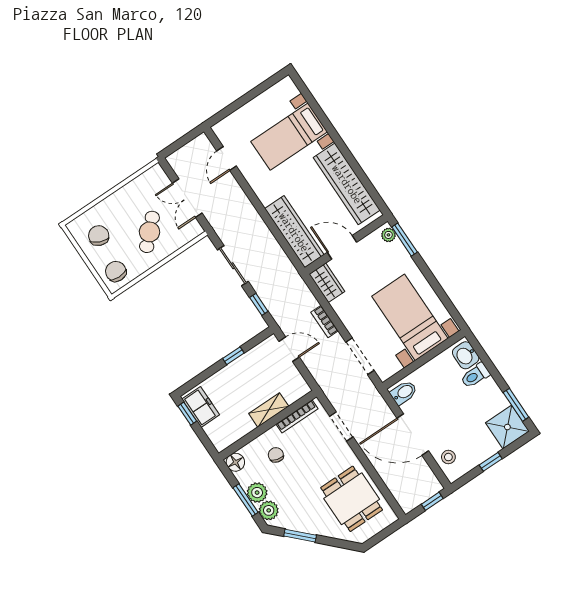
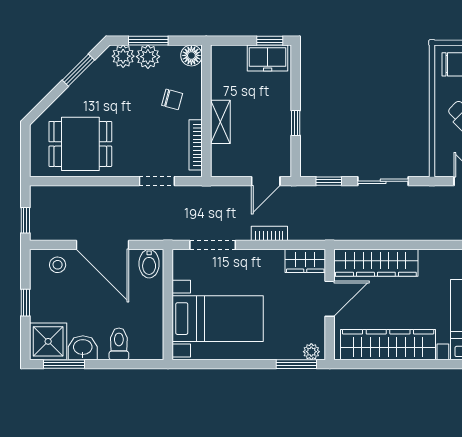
washbasin: (466, 355) -> (83, 348), moved
door: (413, 435) -> (103, 245), swing flipped

